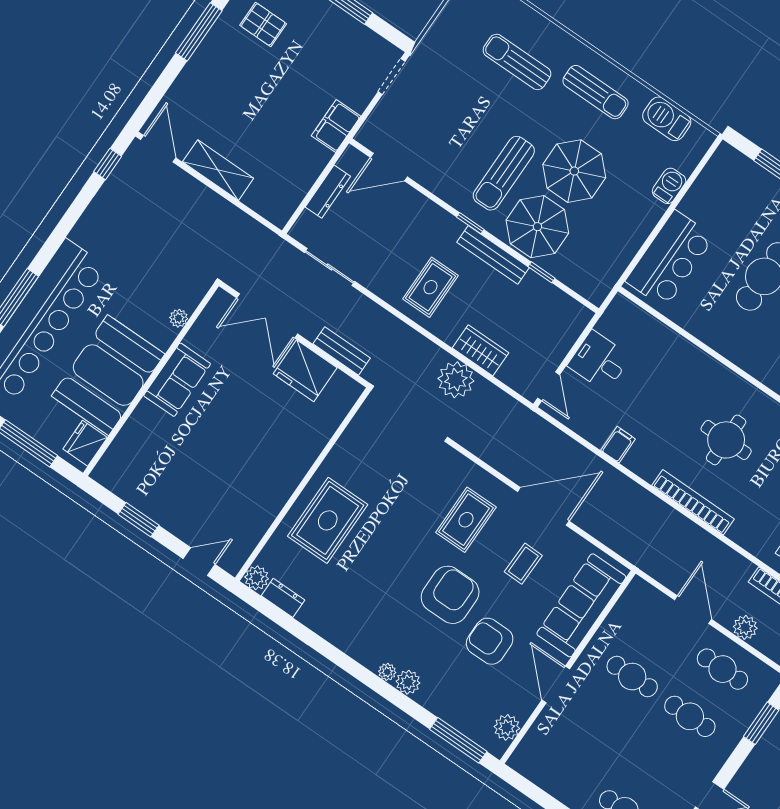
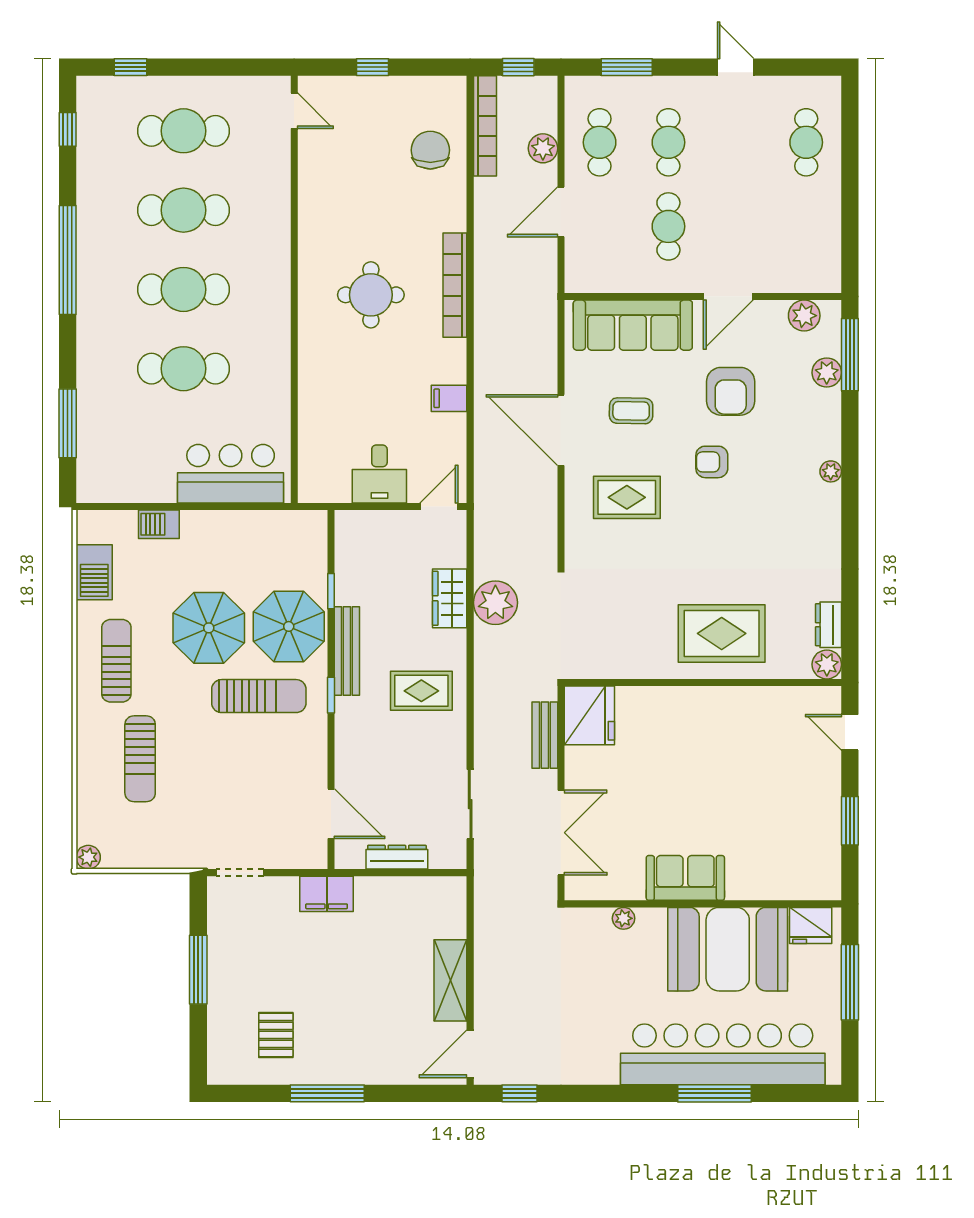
fridge: (305, 371) -> (589, 715), moved
armchair: (450, 595) -> (712, 462), width x0.53, depth x0.53
plant: (408, 682) -> (827, 373), moved

